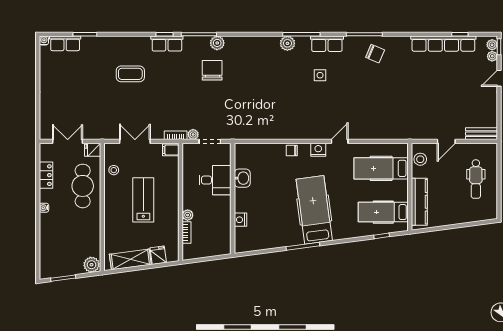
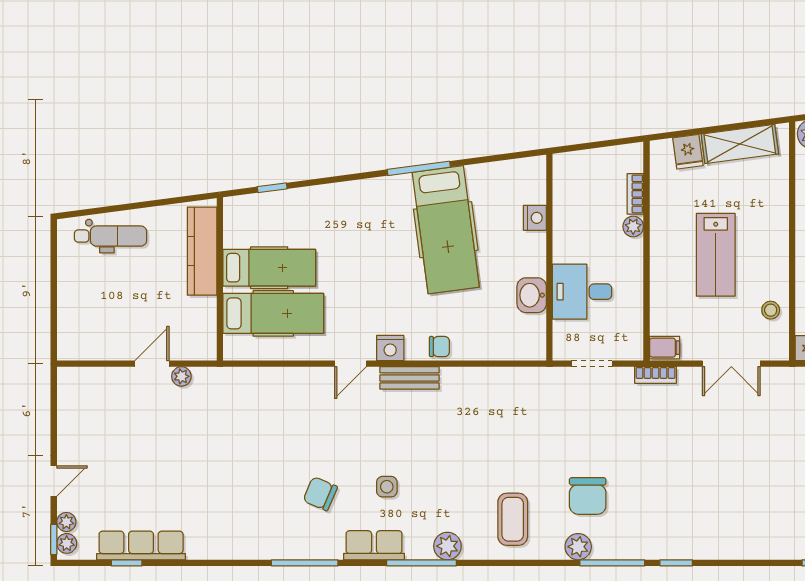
row of seats: (167, 44) -> (672, 546), removed
row of seats: (443, 44) -> (141, 545), width x0.73
chair: (375, 54) -> (320, 494), moved
coffee table: (130, 74) -> (513, 519), moved, turned 90
plant: (193, 134) -> (181, 376), moved
bench: (481, 134) -> (410, 378), moved
stool: (420, 159) -> (200, 330), removed
dental chair: (476, 179) -> (111, 236), moved, turned 90
hospital bed: (314, 210) -> (446, 230), moved
hospital bed: (383, 212) -> (269, 268), moved

